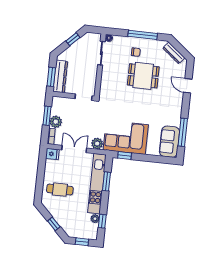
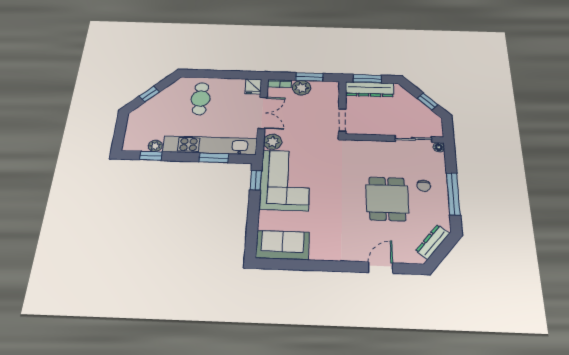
window: (183, 132) -> (300, 265), removed
window: (82, 242) -> (120, 131), removed

